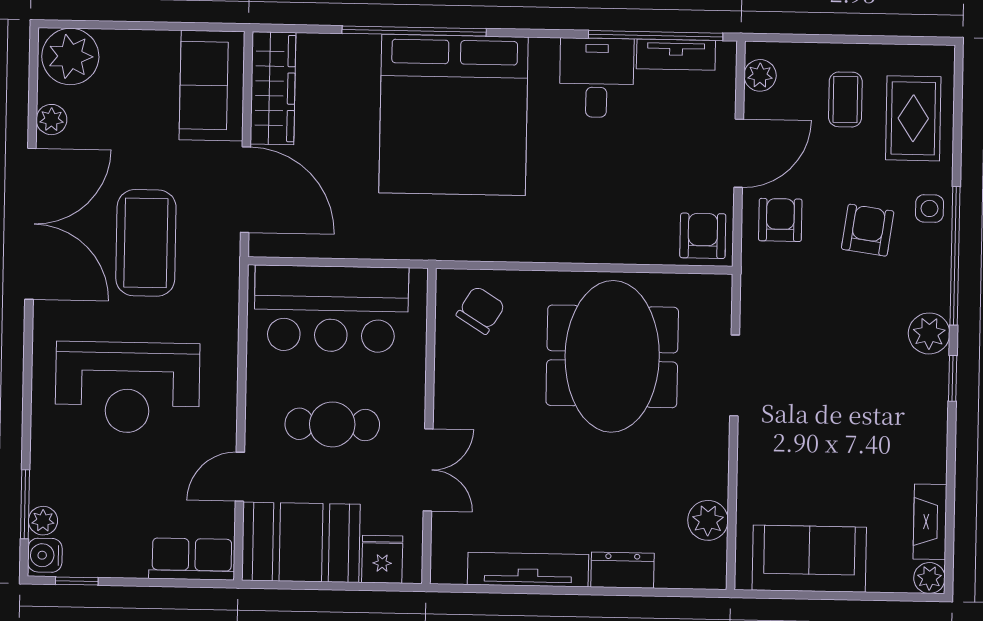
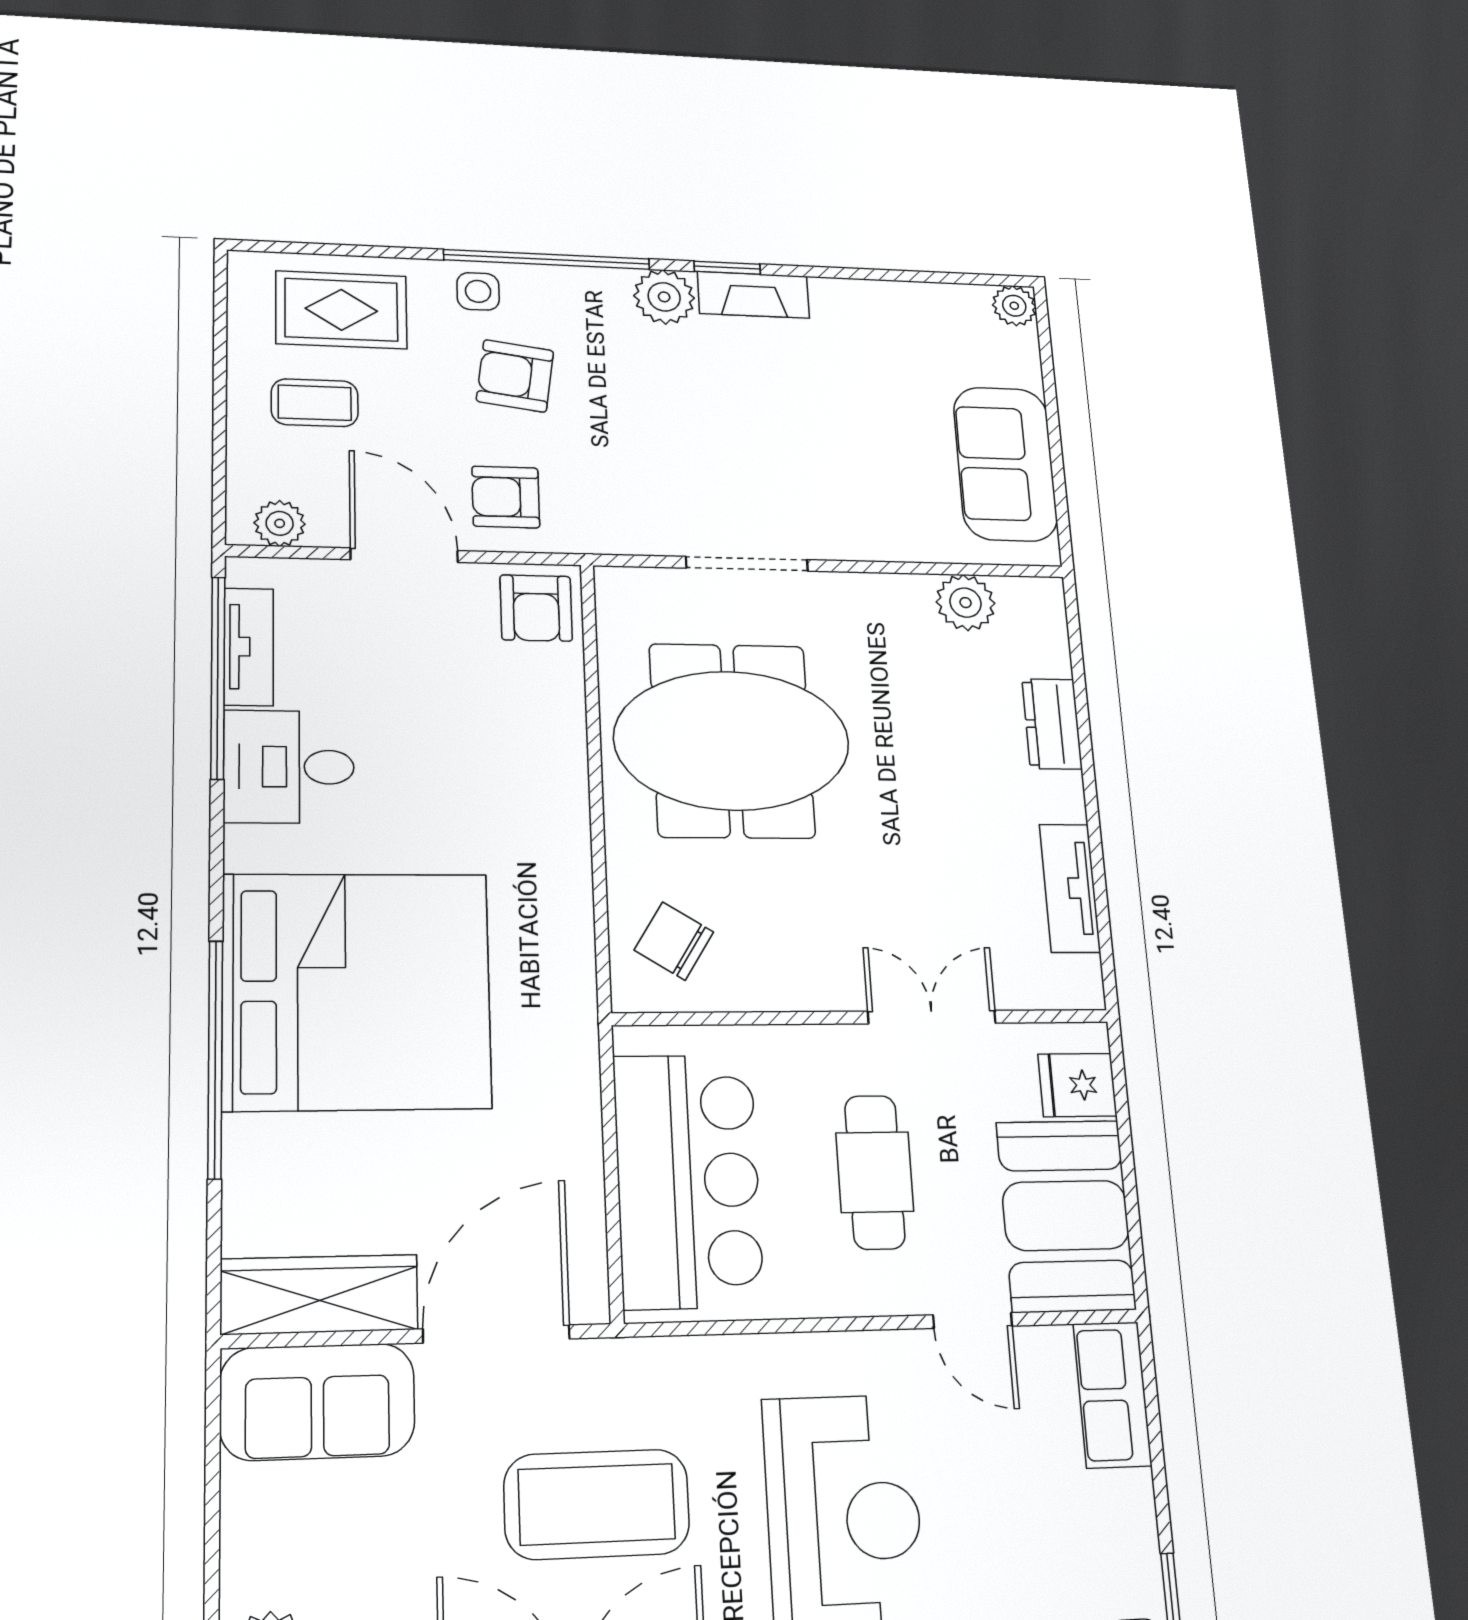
armchair: (703, 236) -> (536, 608), turned -90
fireplace: (930, 522) -> (753, 295), moved
tv unit: (528, 570) -> (1070, 888), width x0.71

